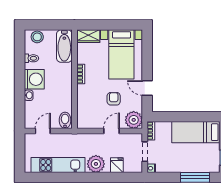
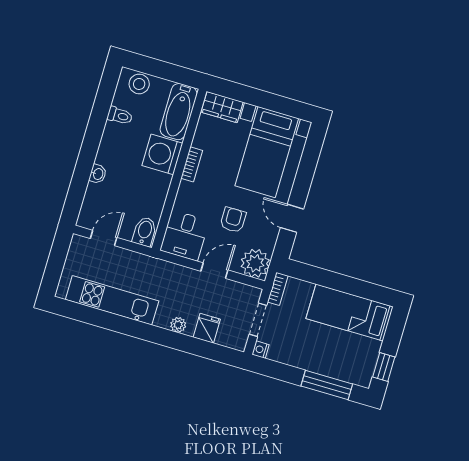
washing machine: (34, 79) -> (162, 154), moved, turned 180
desk: (89, 116) -> (184, 236), added
plant: (96, 164) -> (178, 325), width x0.53, depth x0.53

